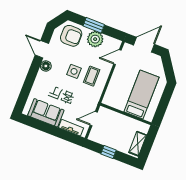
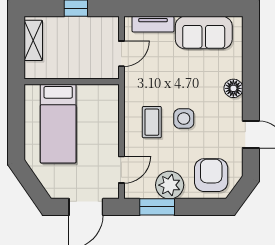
window: (94, 25) -> (157, 207), moved
armchair: (71, 36) -> (211, 175), turned 90
floor lamp: (46, 66) -> (233, 88), moved

